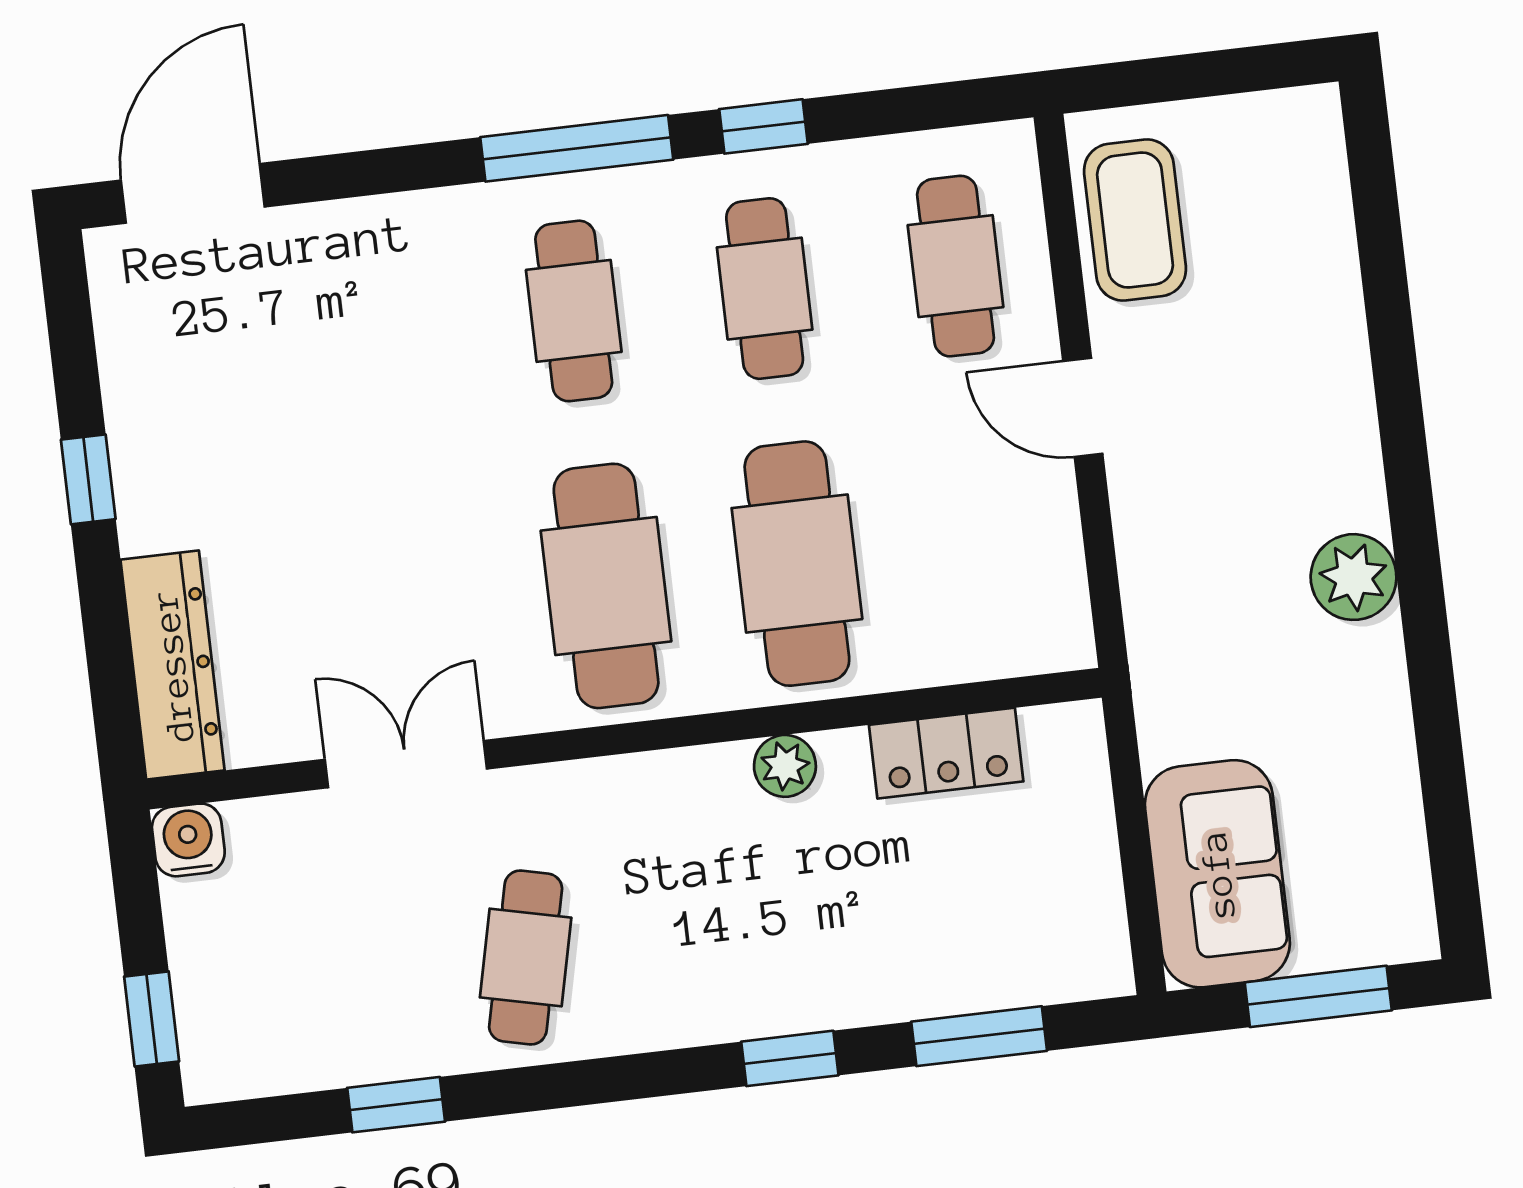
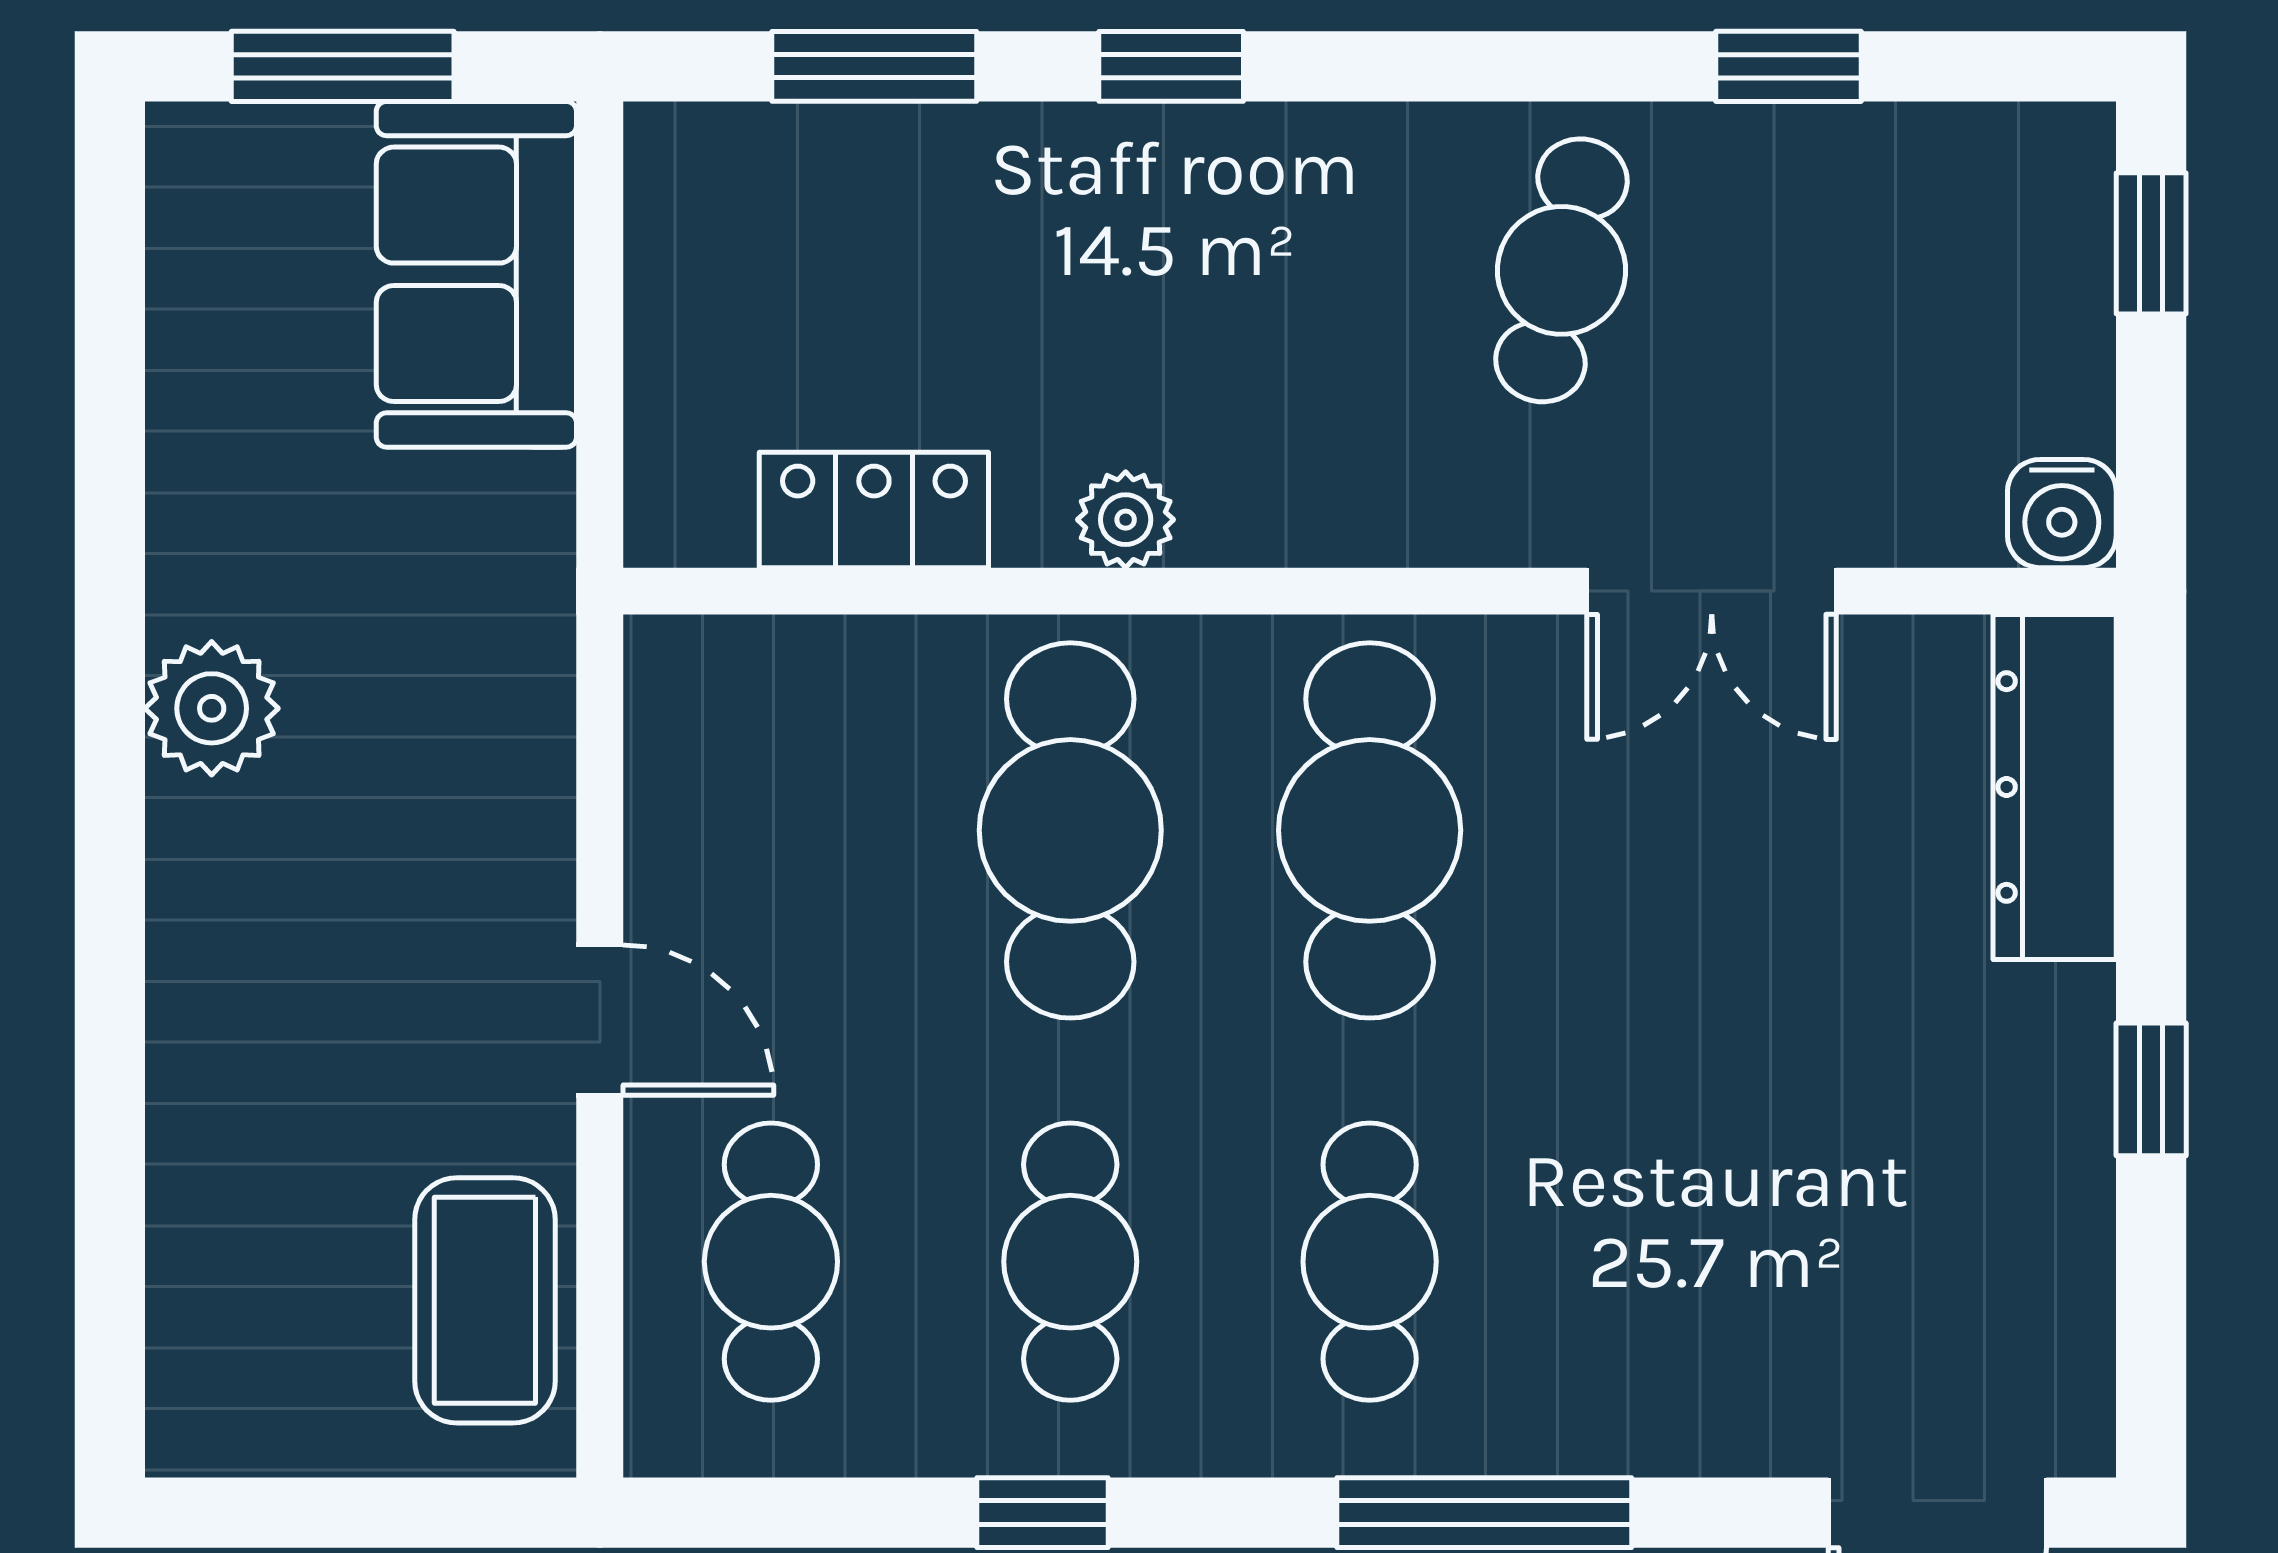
window: (577, 148) -> (1484, 1513), moved

